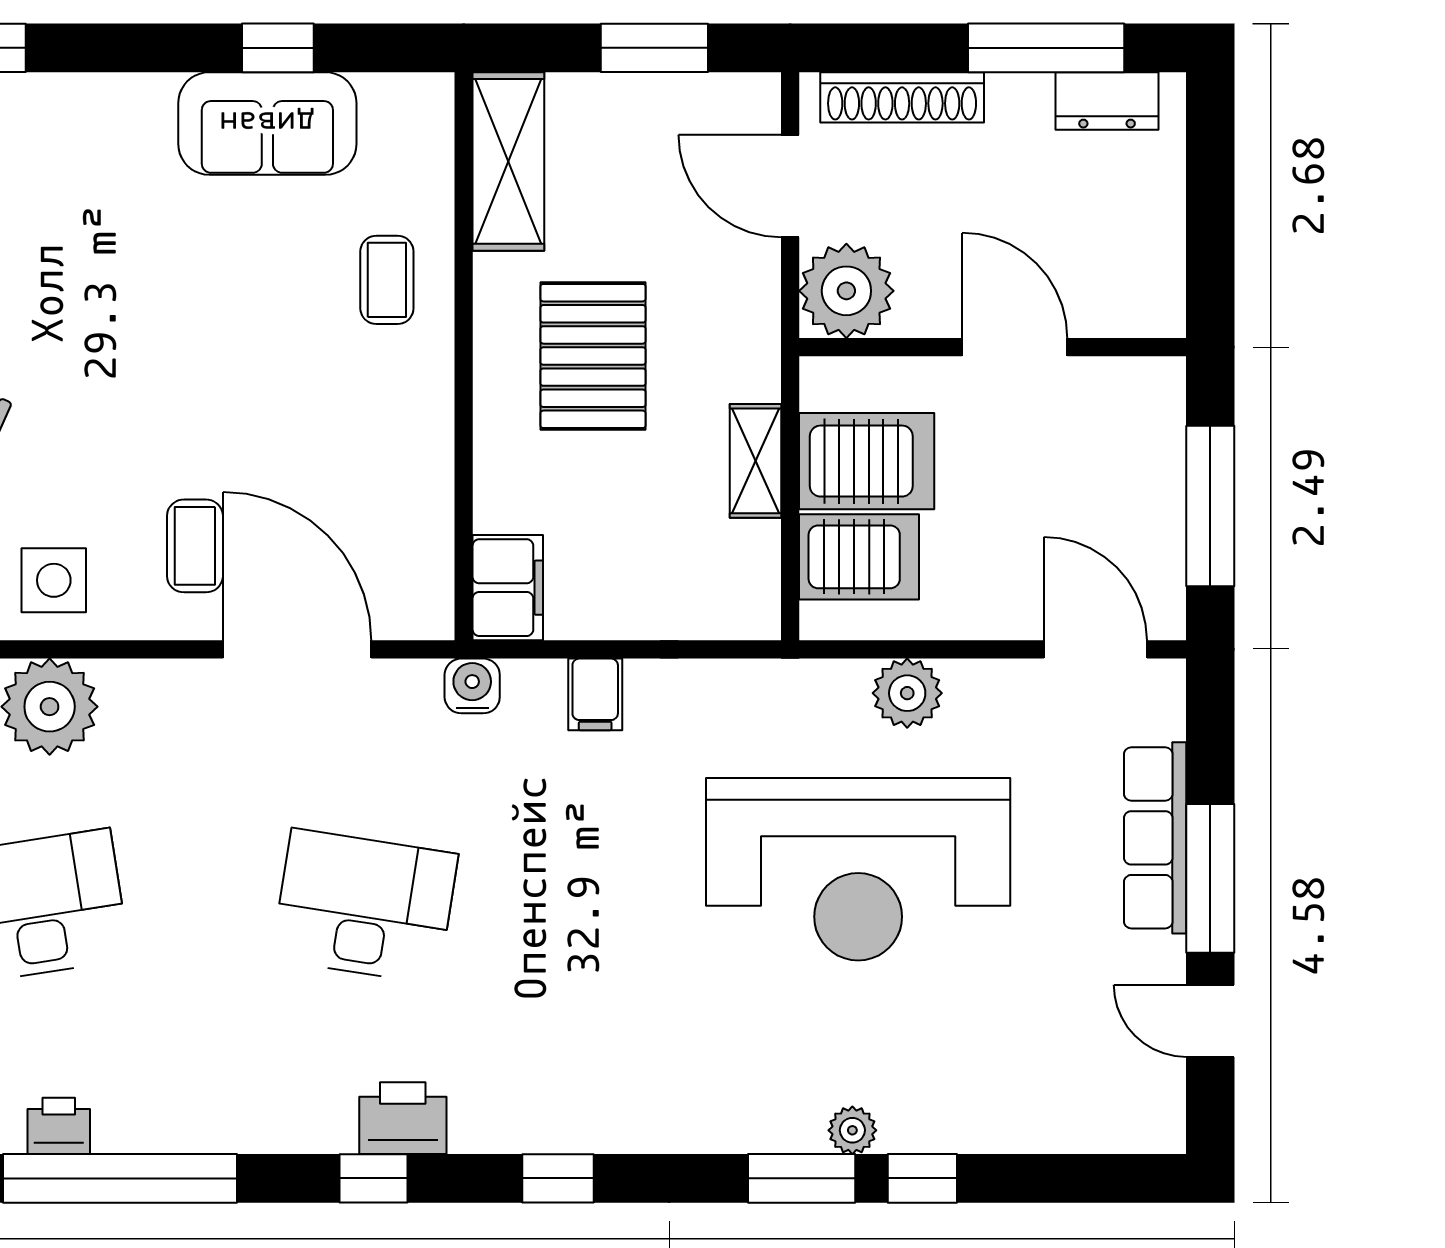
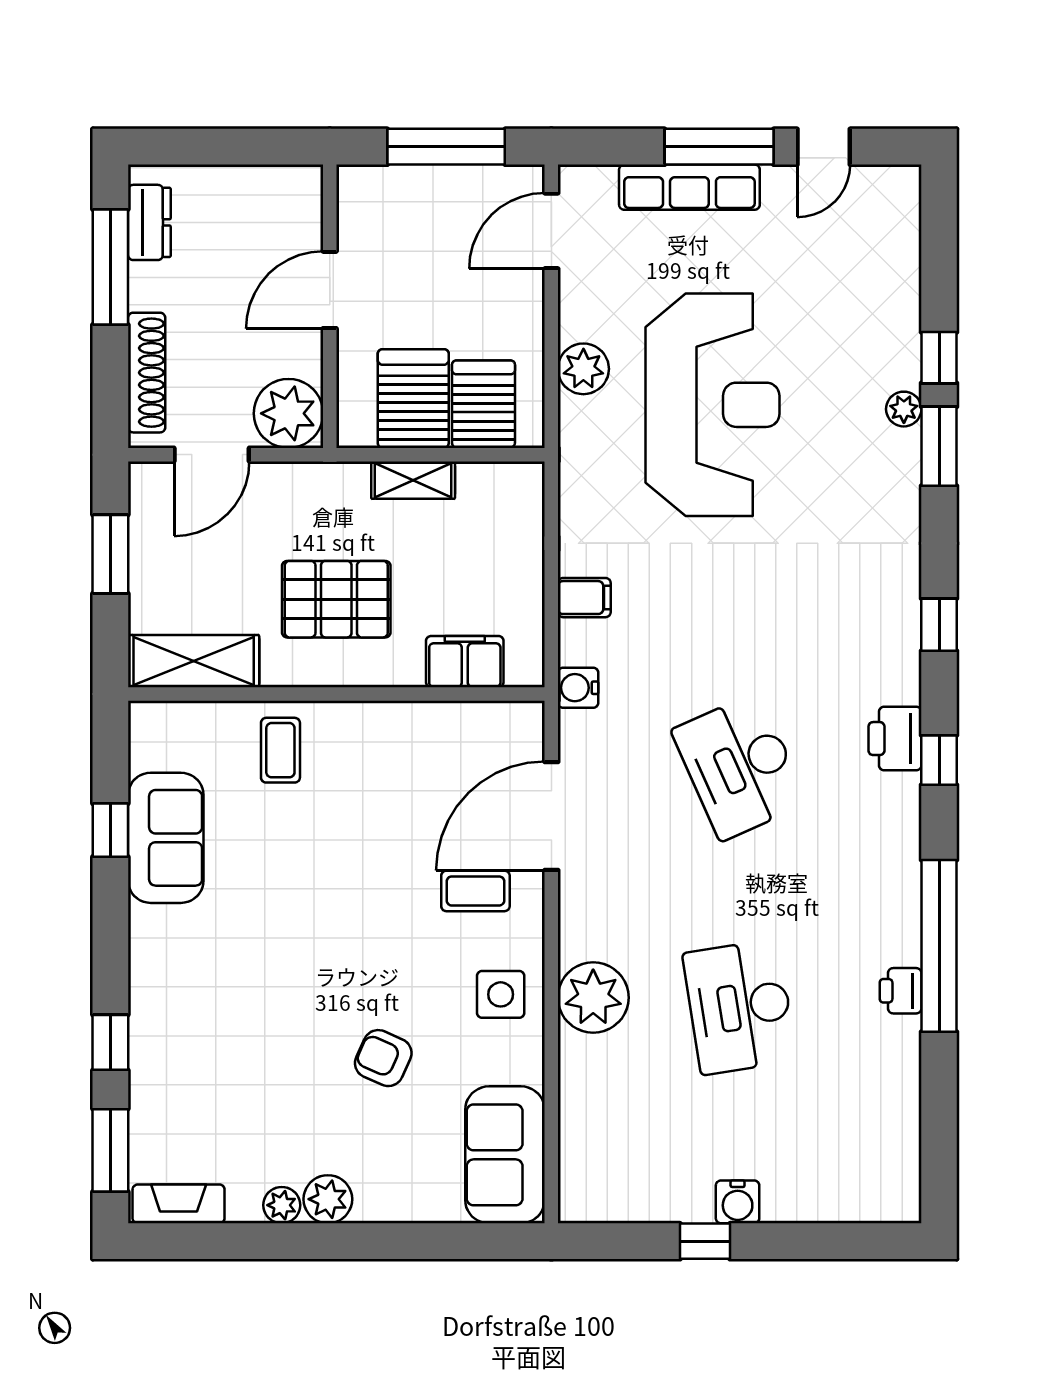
coffee table: (387, 280) -> (280, 750), turned 90
filing cabinet: (508, 588) -> (465, 662), moved
desk: (365, 906) -> (740, 767), turned -33

